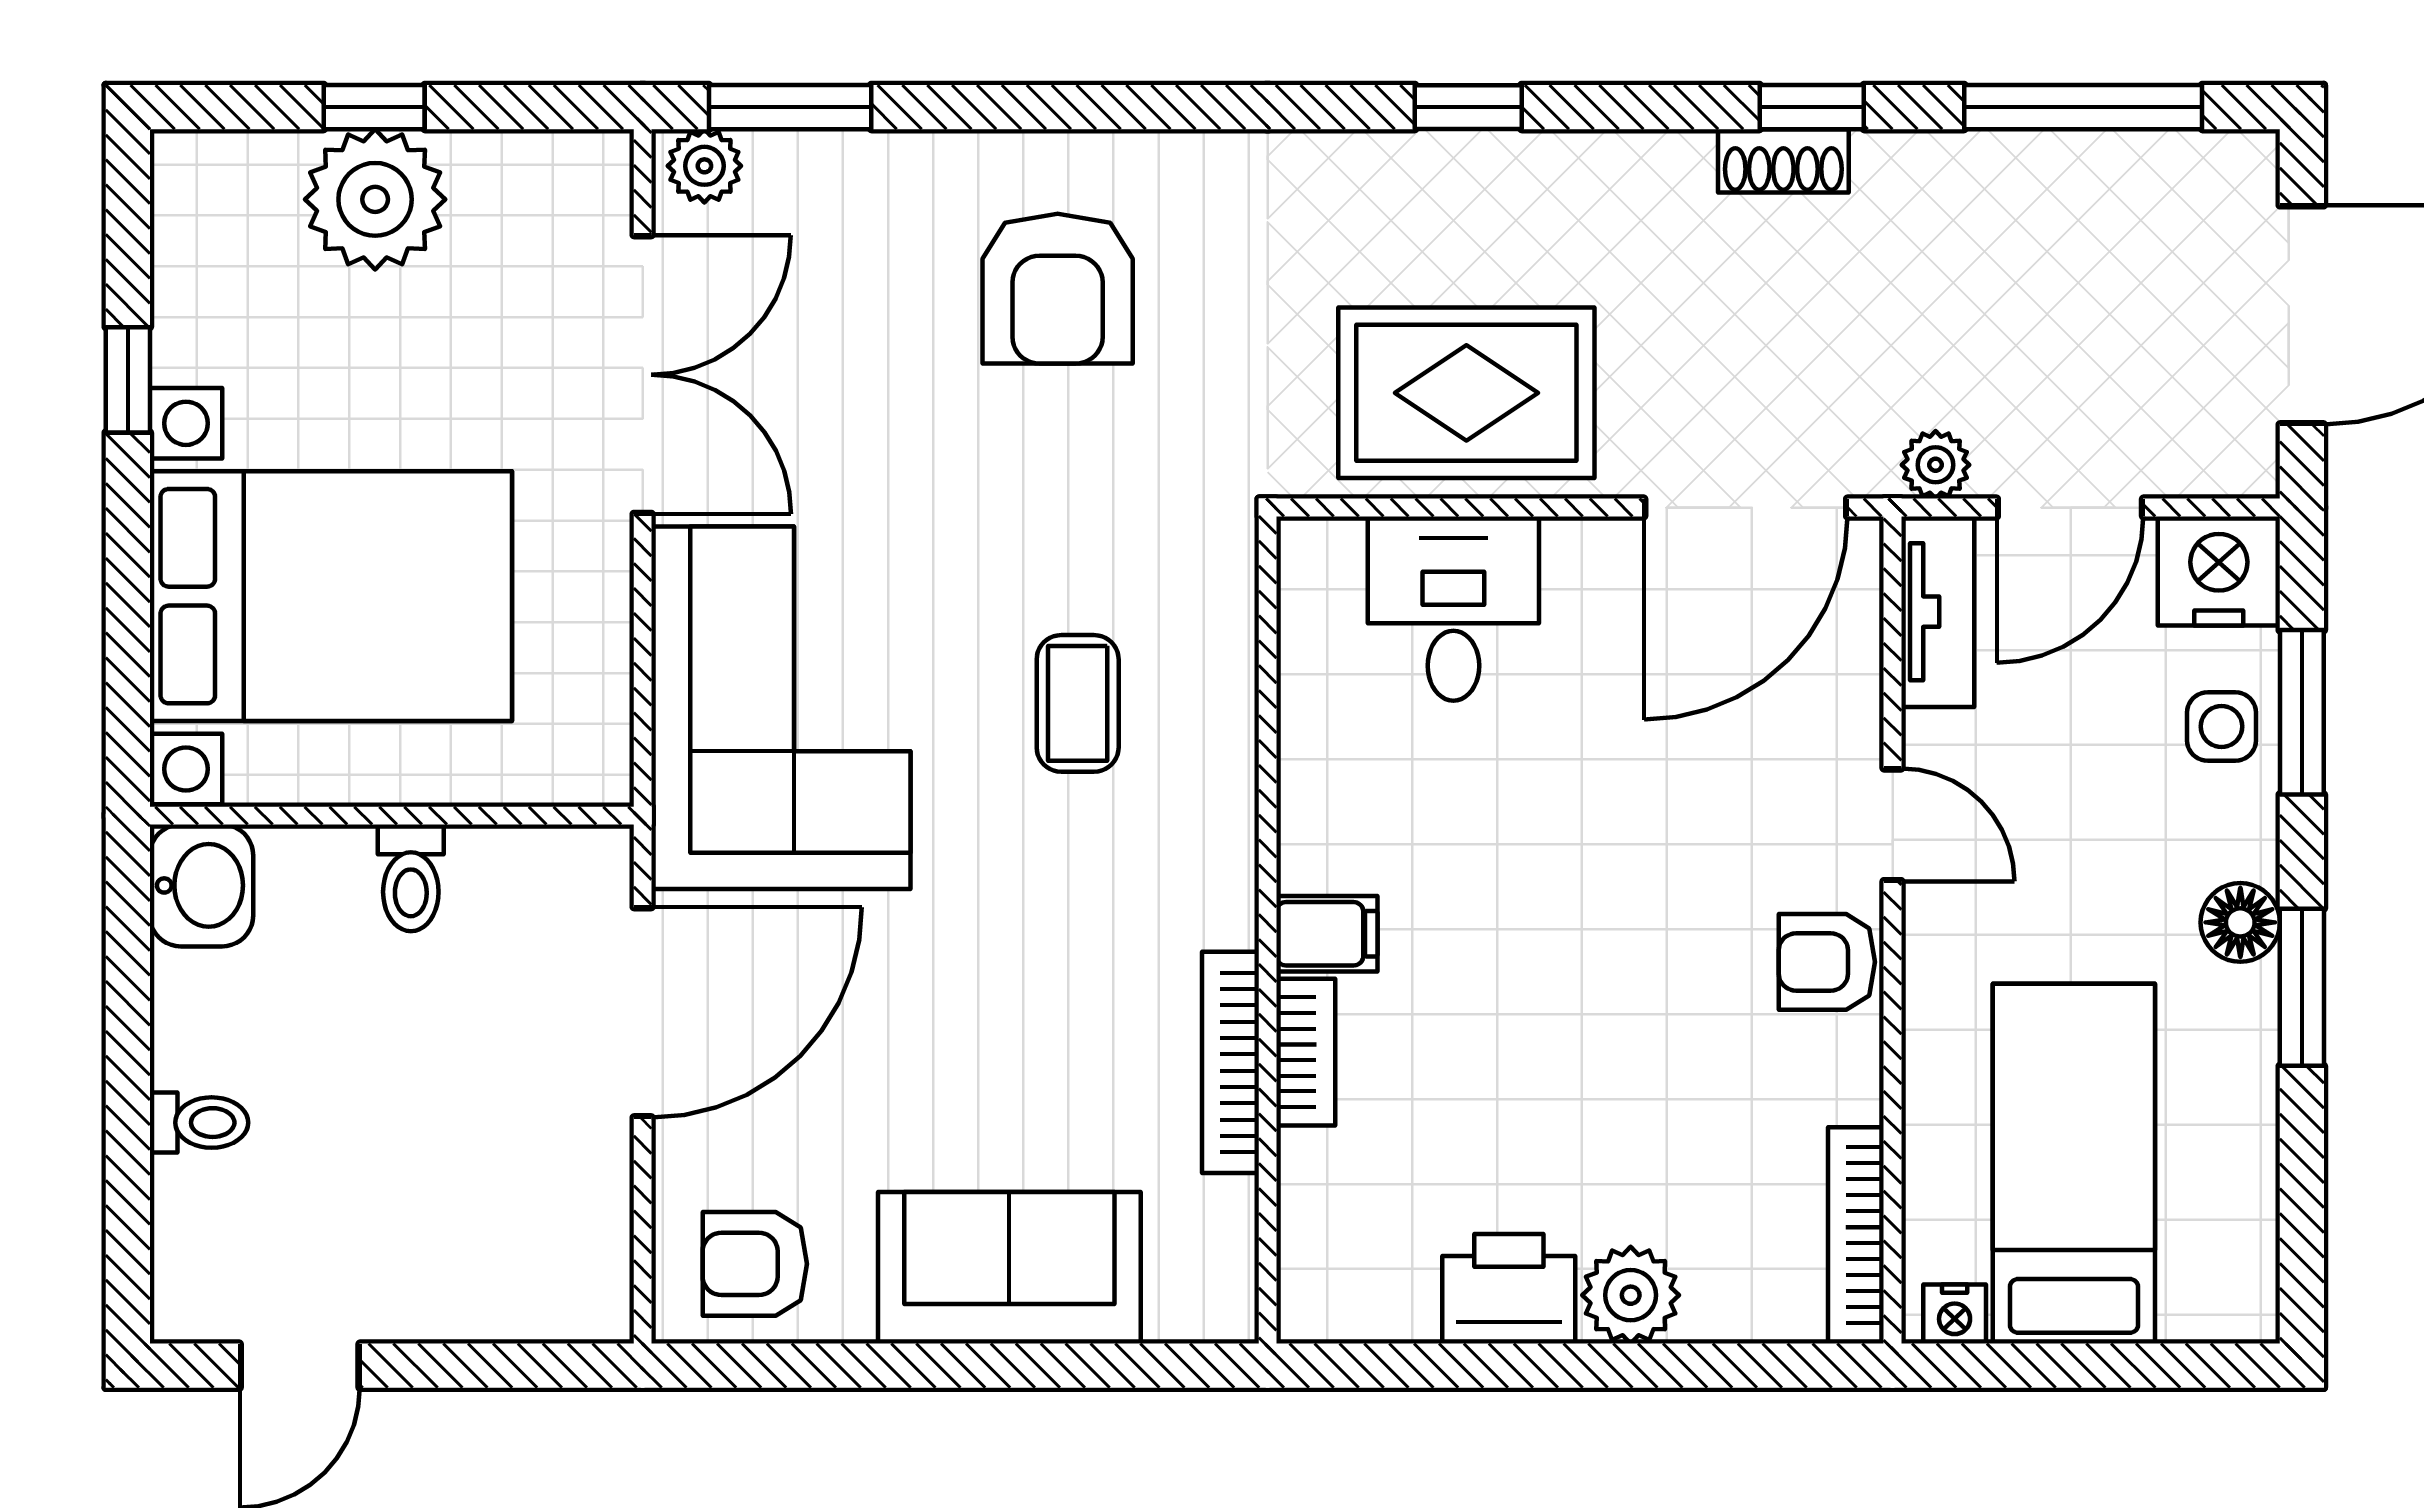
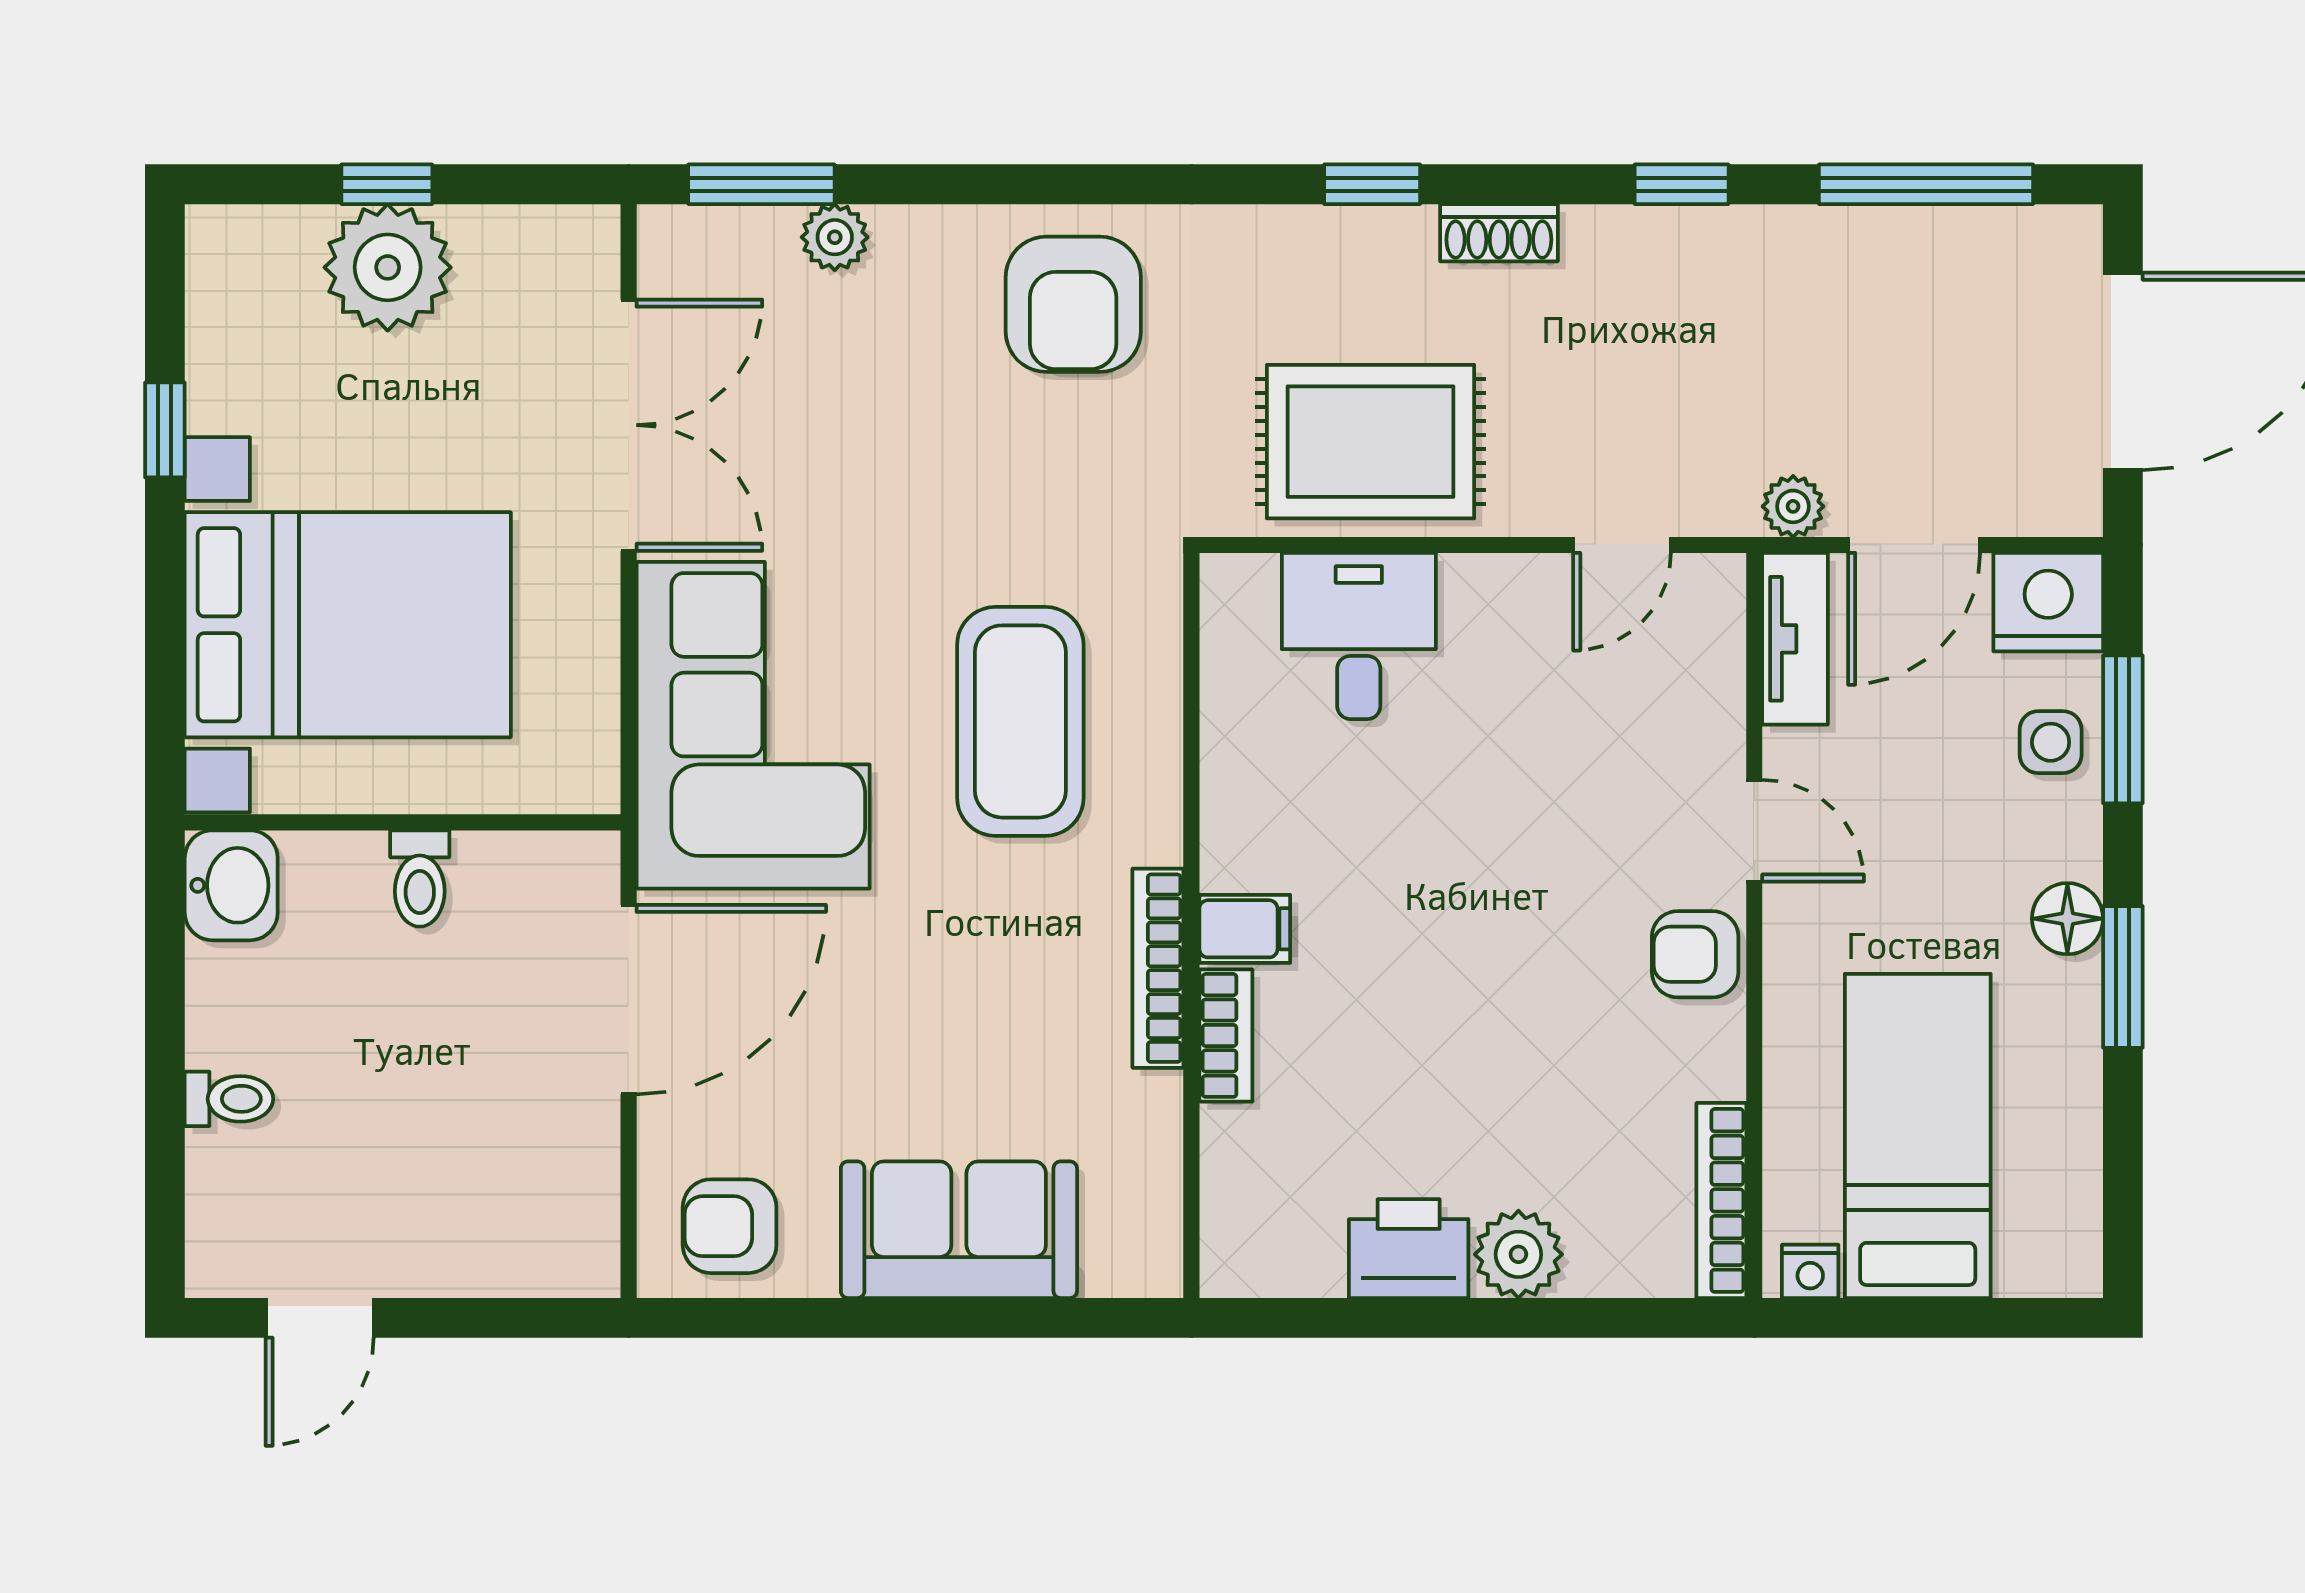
shoe rack: (1783, 161) -> (1499, 233), moved
plant: (704, 166) -> (835, 237), moved
armchair: (1058, 289) -> (1073, 304), moved
door: (1746, 508) -> (1622, 545), width x0.53
coffee table: (1078, 703) -> (1020, 721), width x1.86, depth x1.72
bookcase: (1230, 1062) -> (1158, 968), moved

